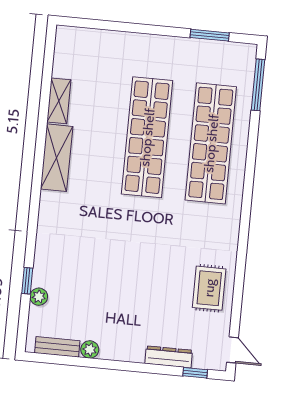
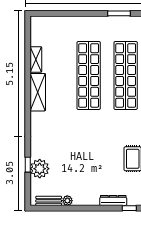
plant: (39, 297) -> (40, 169), width x1.88, depth x1.88

